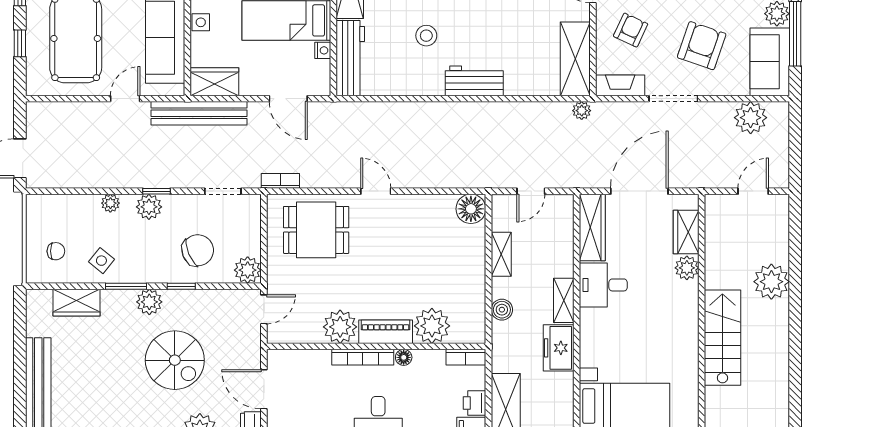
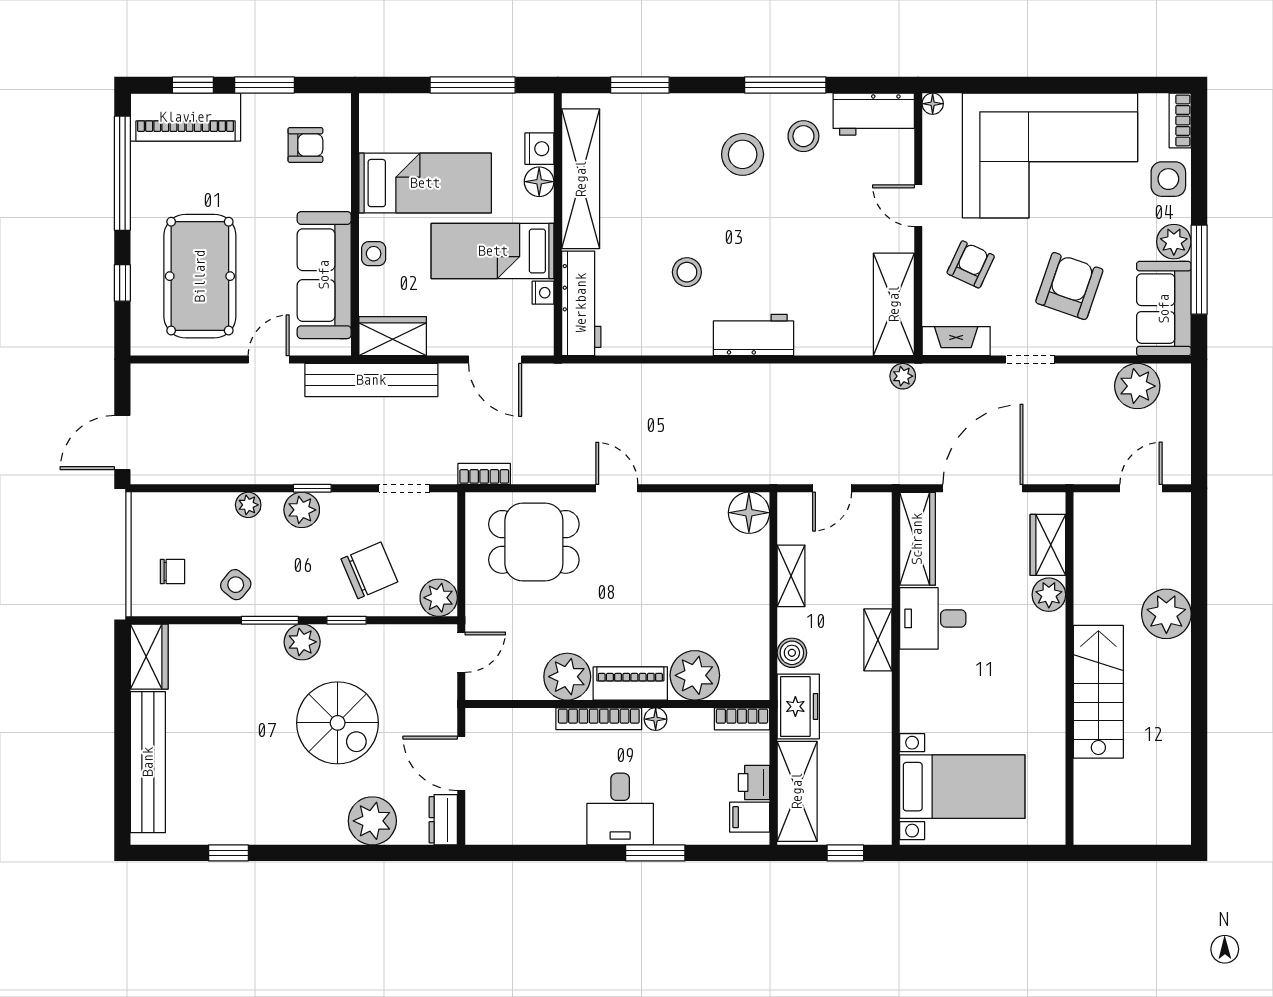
doorway: (673, 99) -> (1030, 360), width x0.73
wardrobe: (77, 303) -> (149, 657), moved, turned -90
freezer: (559, 348) -> (798, 706), moved, turned 180

